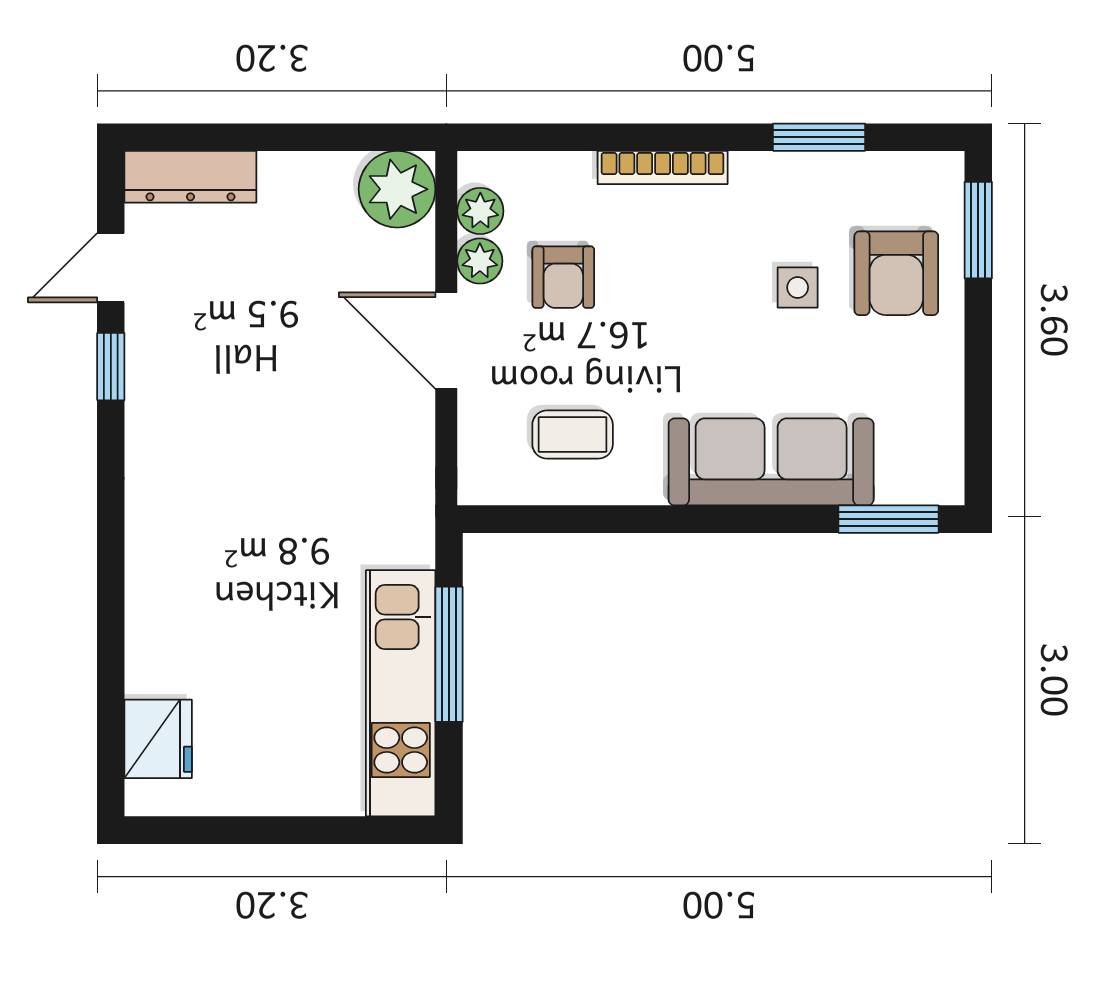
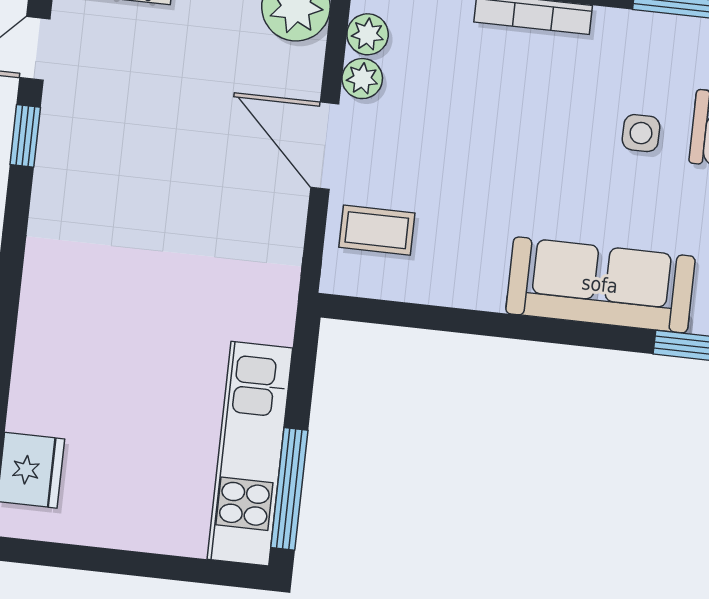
armchair: (563, 277) -> (435, 101), removed
coffee table: (573, 434) -> (377, 230), moved
window: (449, 654) -> (289, 489), moved

